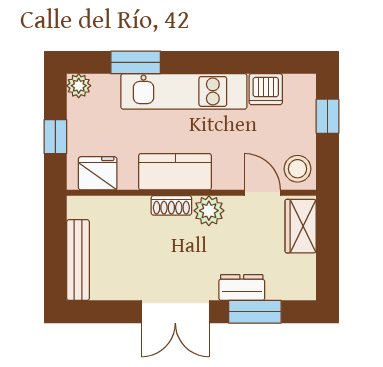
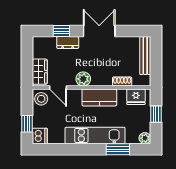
dishwasher: (266, 89) -> (40, 136), moved, turned 90
shoe rack: (171, 205) -> (122, 81), moved
window: (255, 312) -> (61, 31), width x0.67

